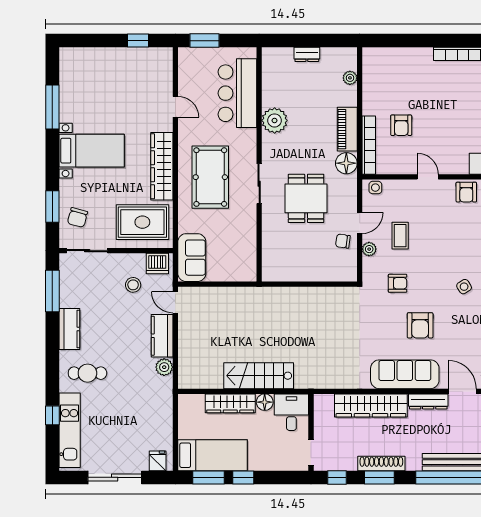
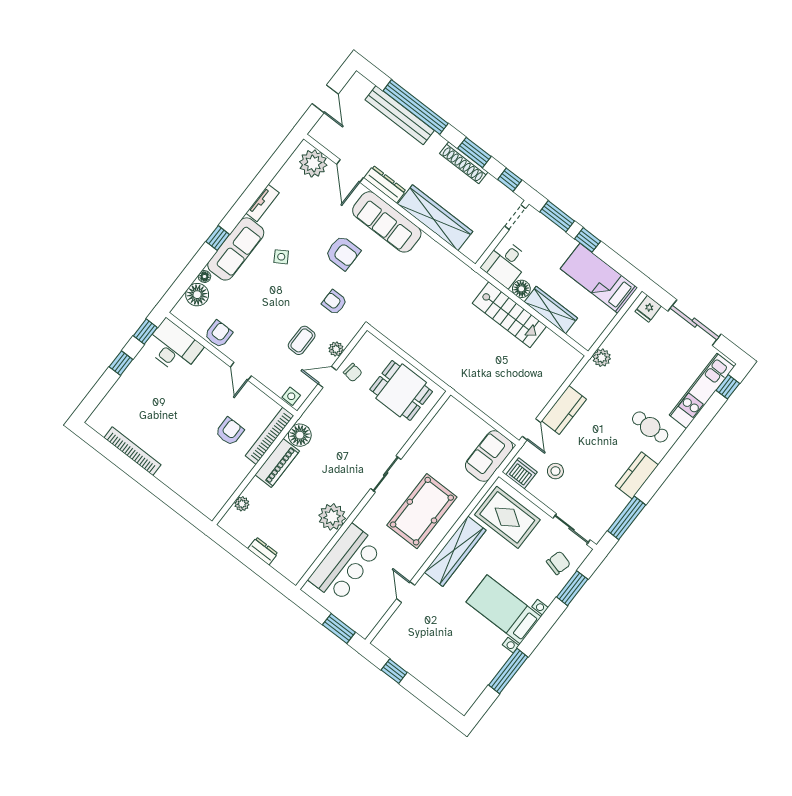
dining table: (306, 198) -> (401, 390), moved, turned 90
armchair: (420, 325) -> (343, 253), turned 90
plant: (164, 367) -> (602, 358), moved
window: (52, 415) -> (728, 387), moved
window: (208, 477) -> (557, 216), moved

